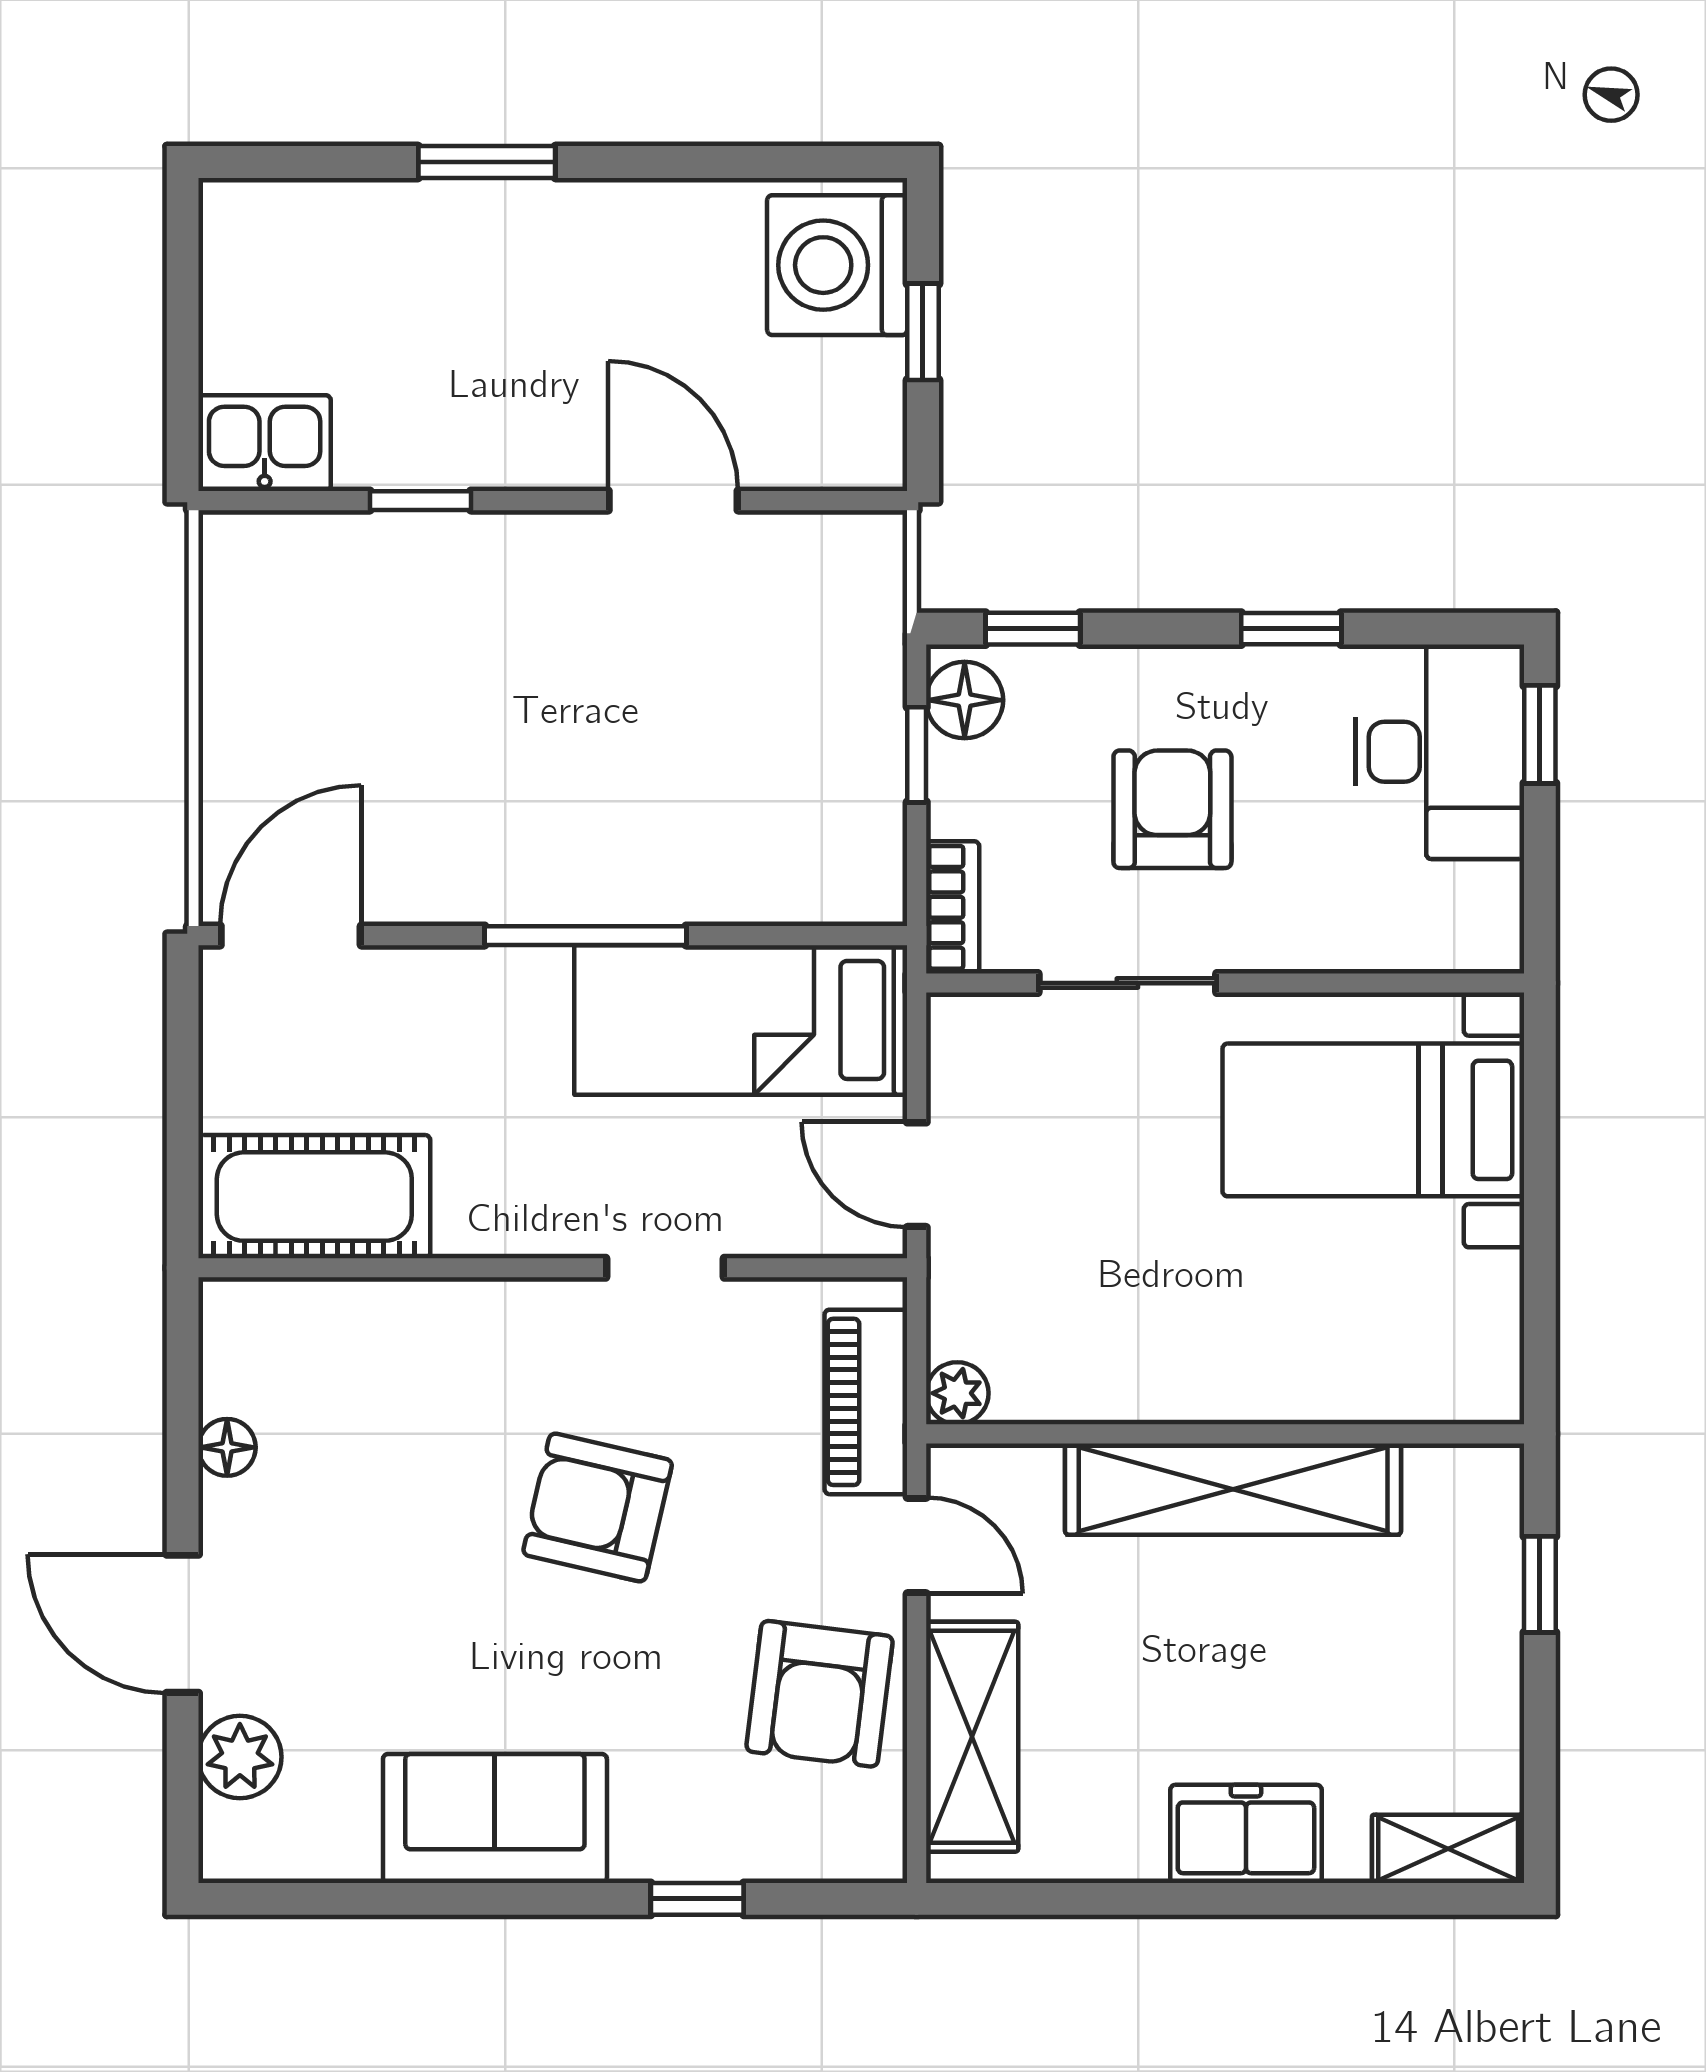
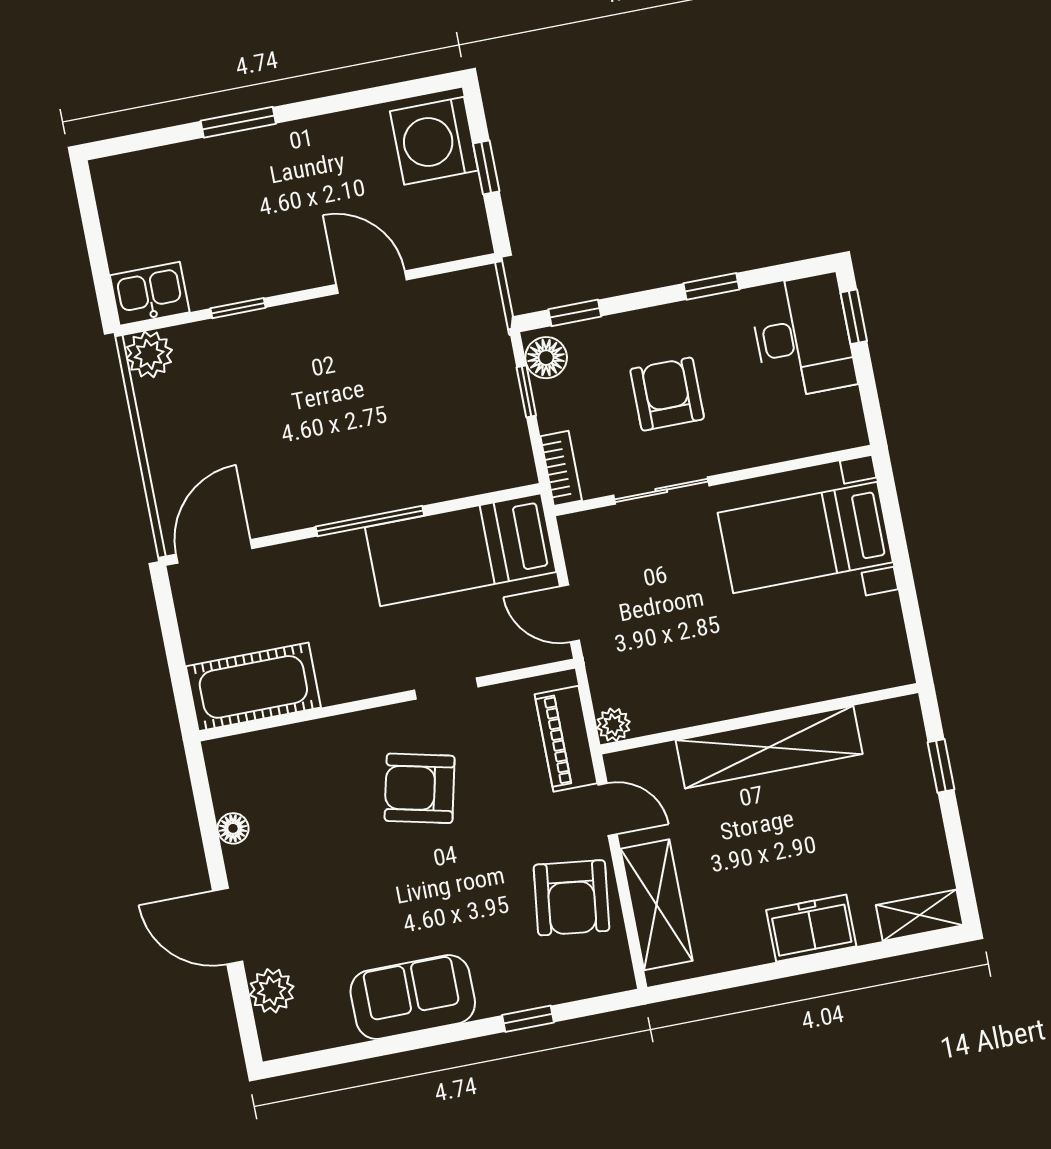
plant: (242, 553) -> (149, 354), added
armchair: (598, 1507) -> (420, 788), moved

